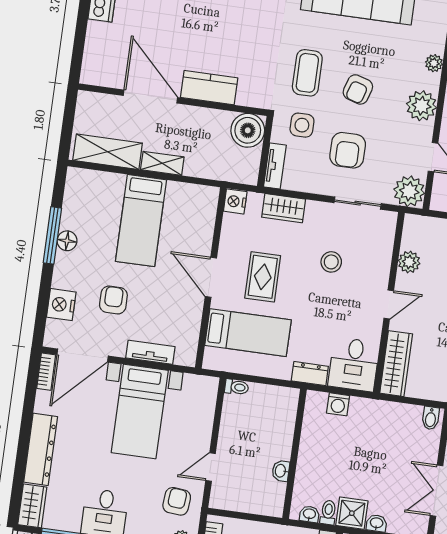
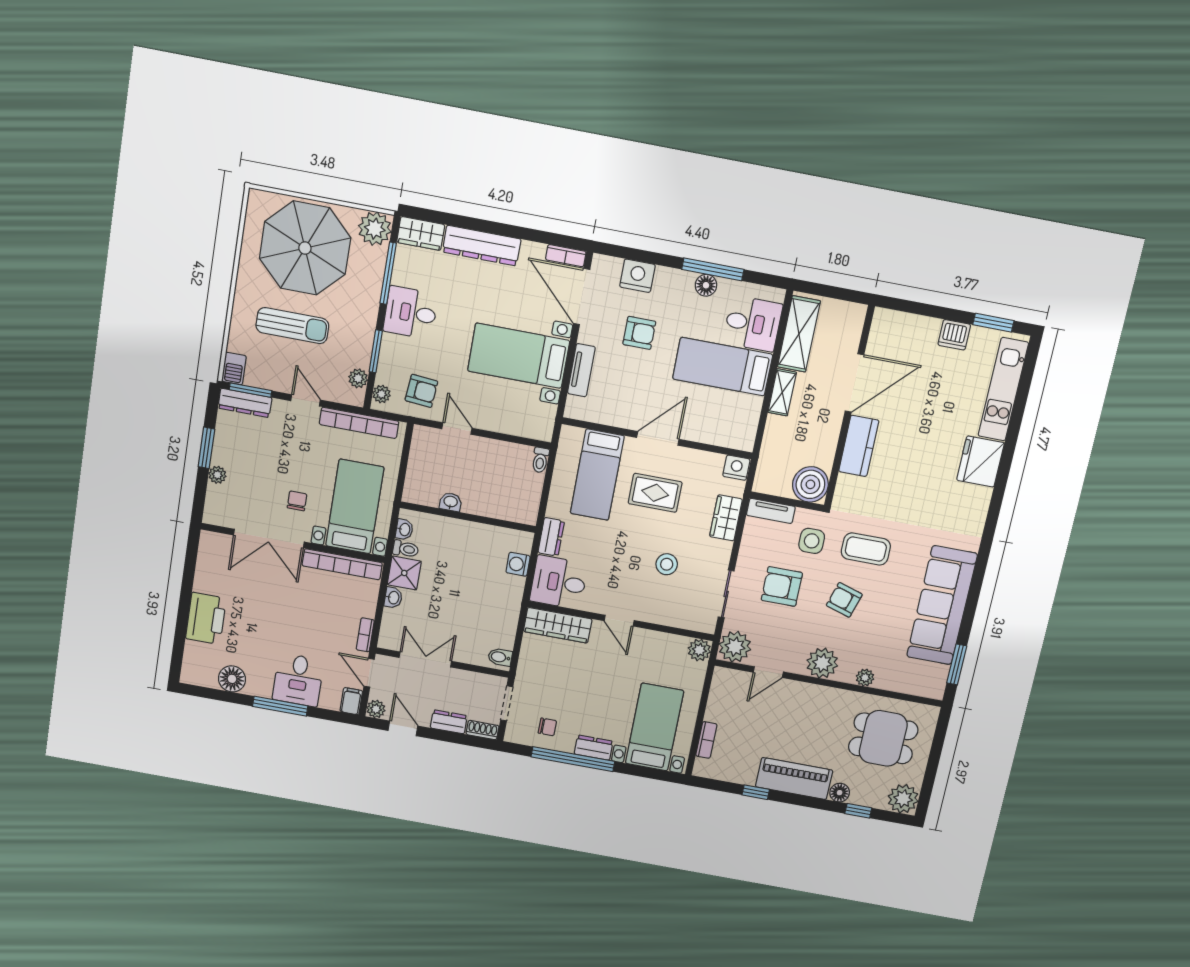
desk: (100, 195) -> (753, 324), added
plant: (409, 262) -> (699, 650), moved

